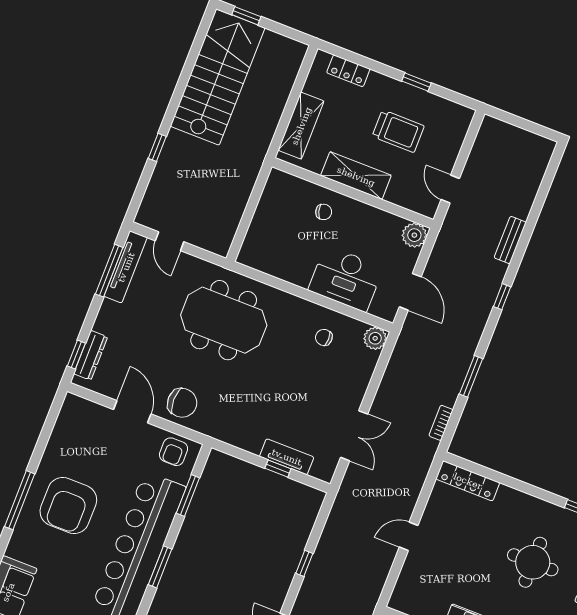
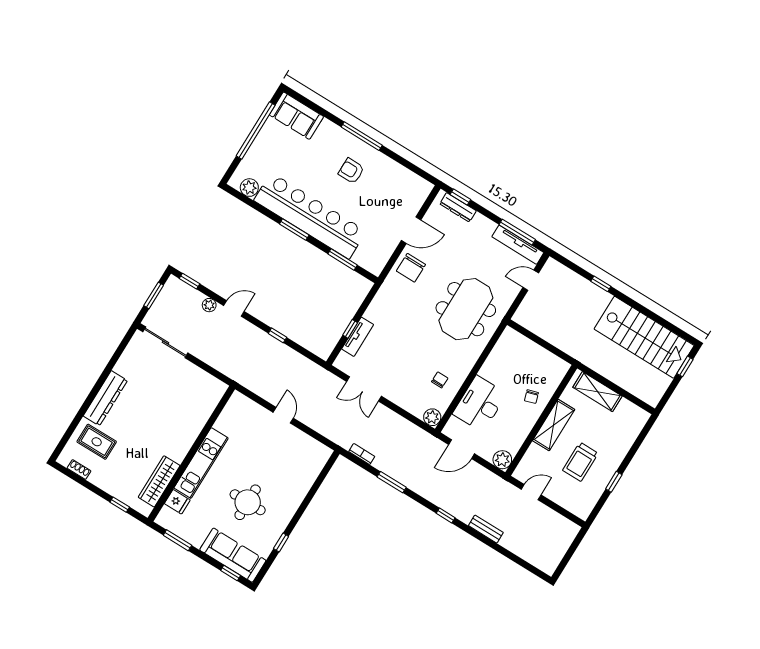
locker: (348, 71) -> (631, 434), removed
armchair: (174, 452) -> (376, 255), removed
locker: (468, 481) -> (316, 466), removed
armchair: (68, 506) -> (351, 171), width x0.53, depth x0.53

